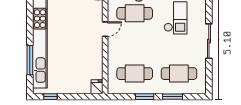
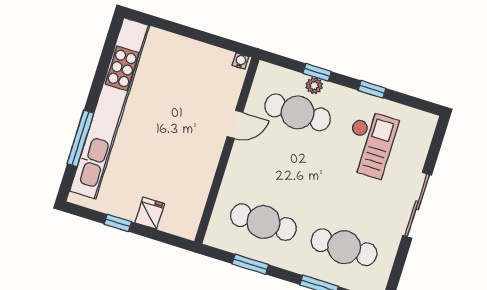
fridge: (97, 87) -> (150, 213), moved
window: (50, 97) -> (118, 223), moved
window: (145, 97) -> (250, 264), moved

